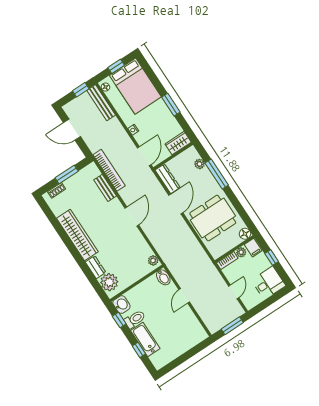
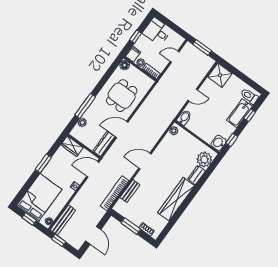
dining table: (213, 218) -> (122, 96), width x0.73
toilet: (135, 319) -> (249, 96), moved
shower: (195, 334) -> (220, 75), added

